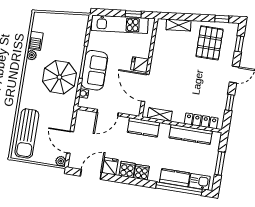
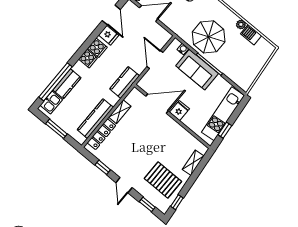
shelving: (160, 115) -> (120, 112), moved

